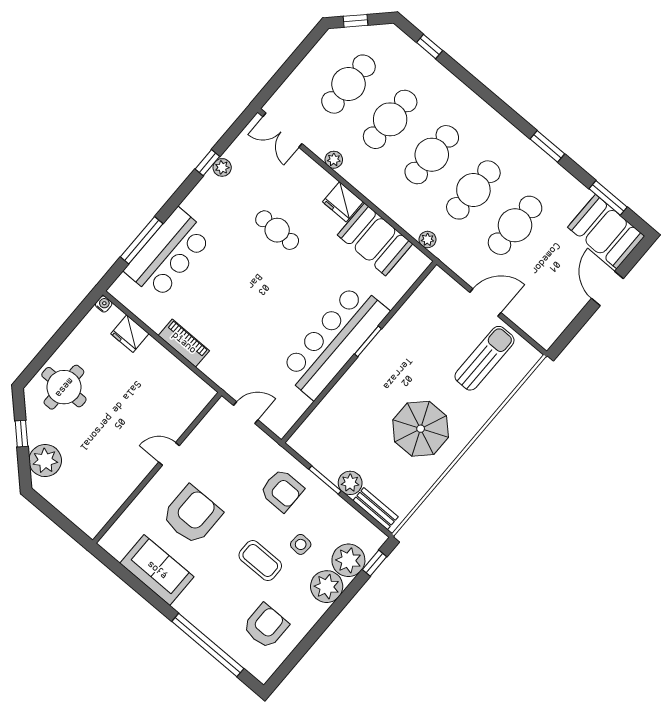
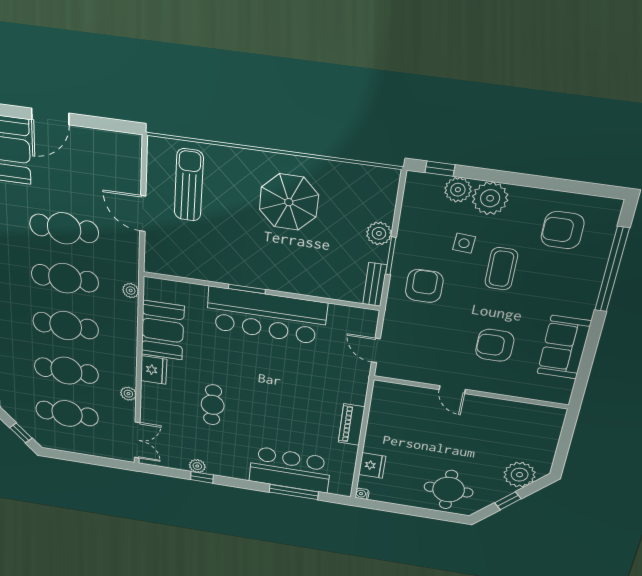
sun lounger: (484, 358) -> (189, 185), turned 90
bench: (376, 509) -> (375, 284), moved
armchair: (192, 515) -> (495, 345), width x0.73, depth x0.73
plant: (348, 560) -> (458, 190), width x0.73, depth x0.73

